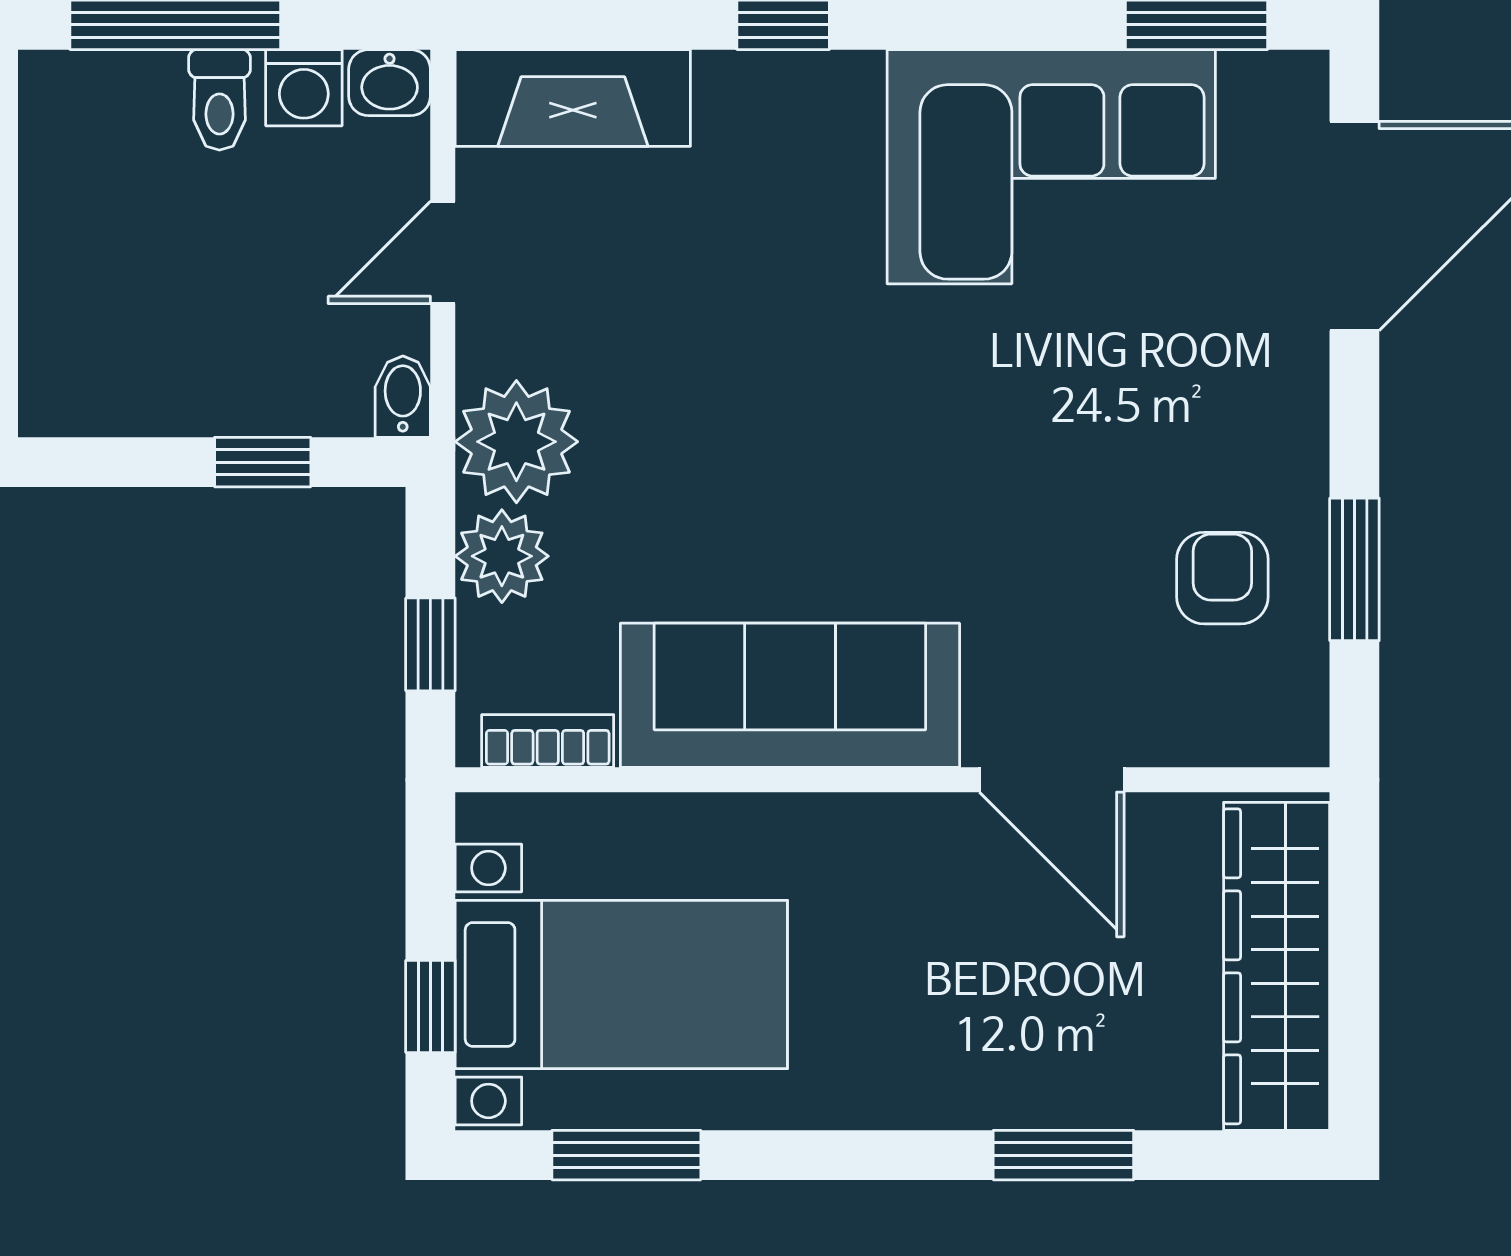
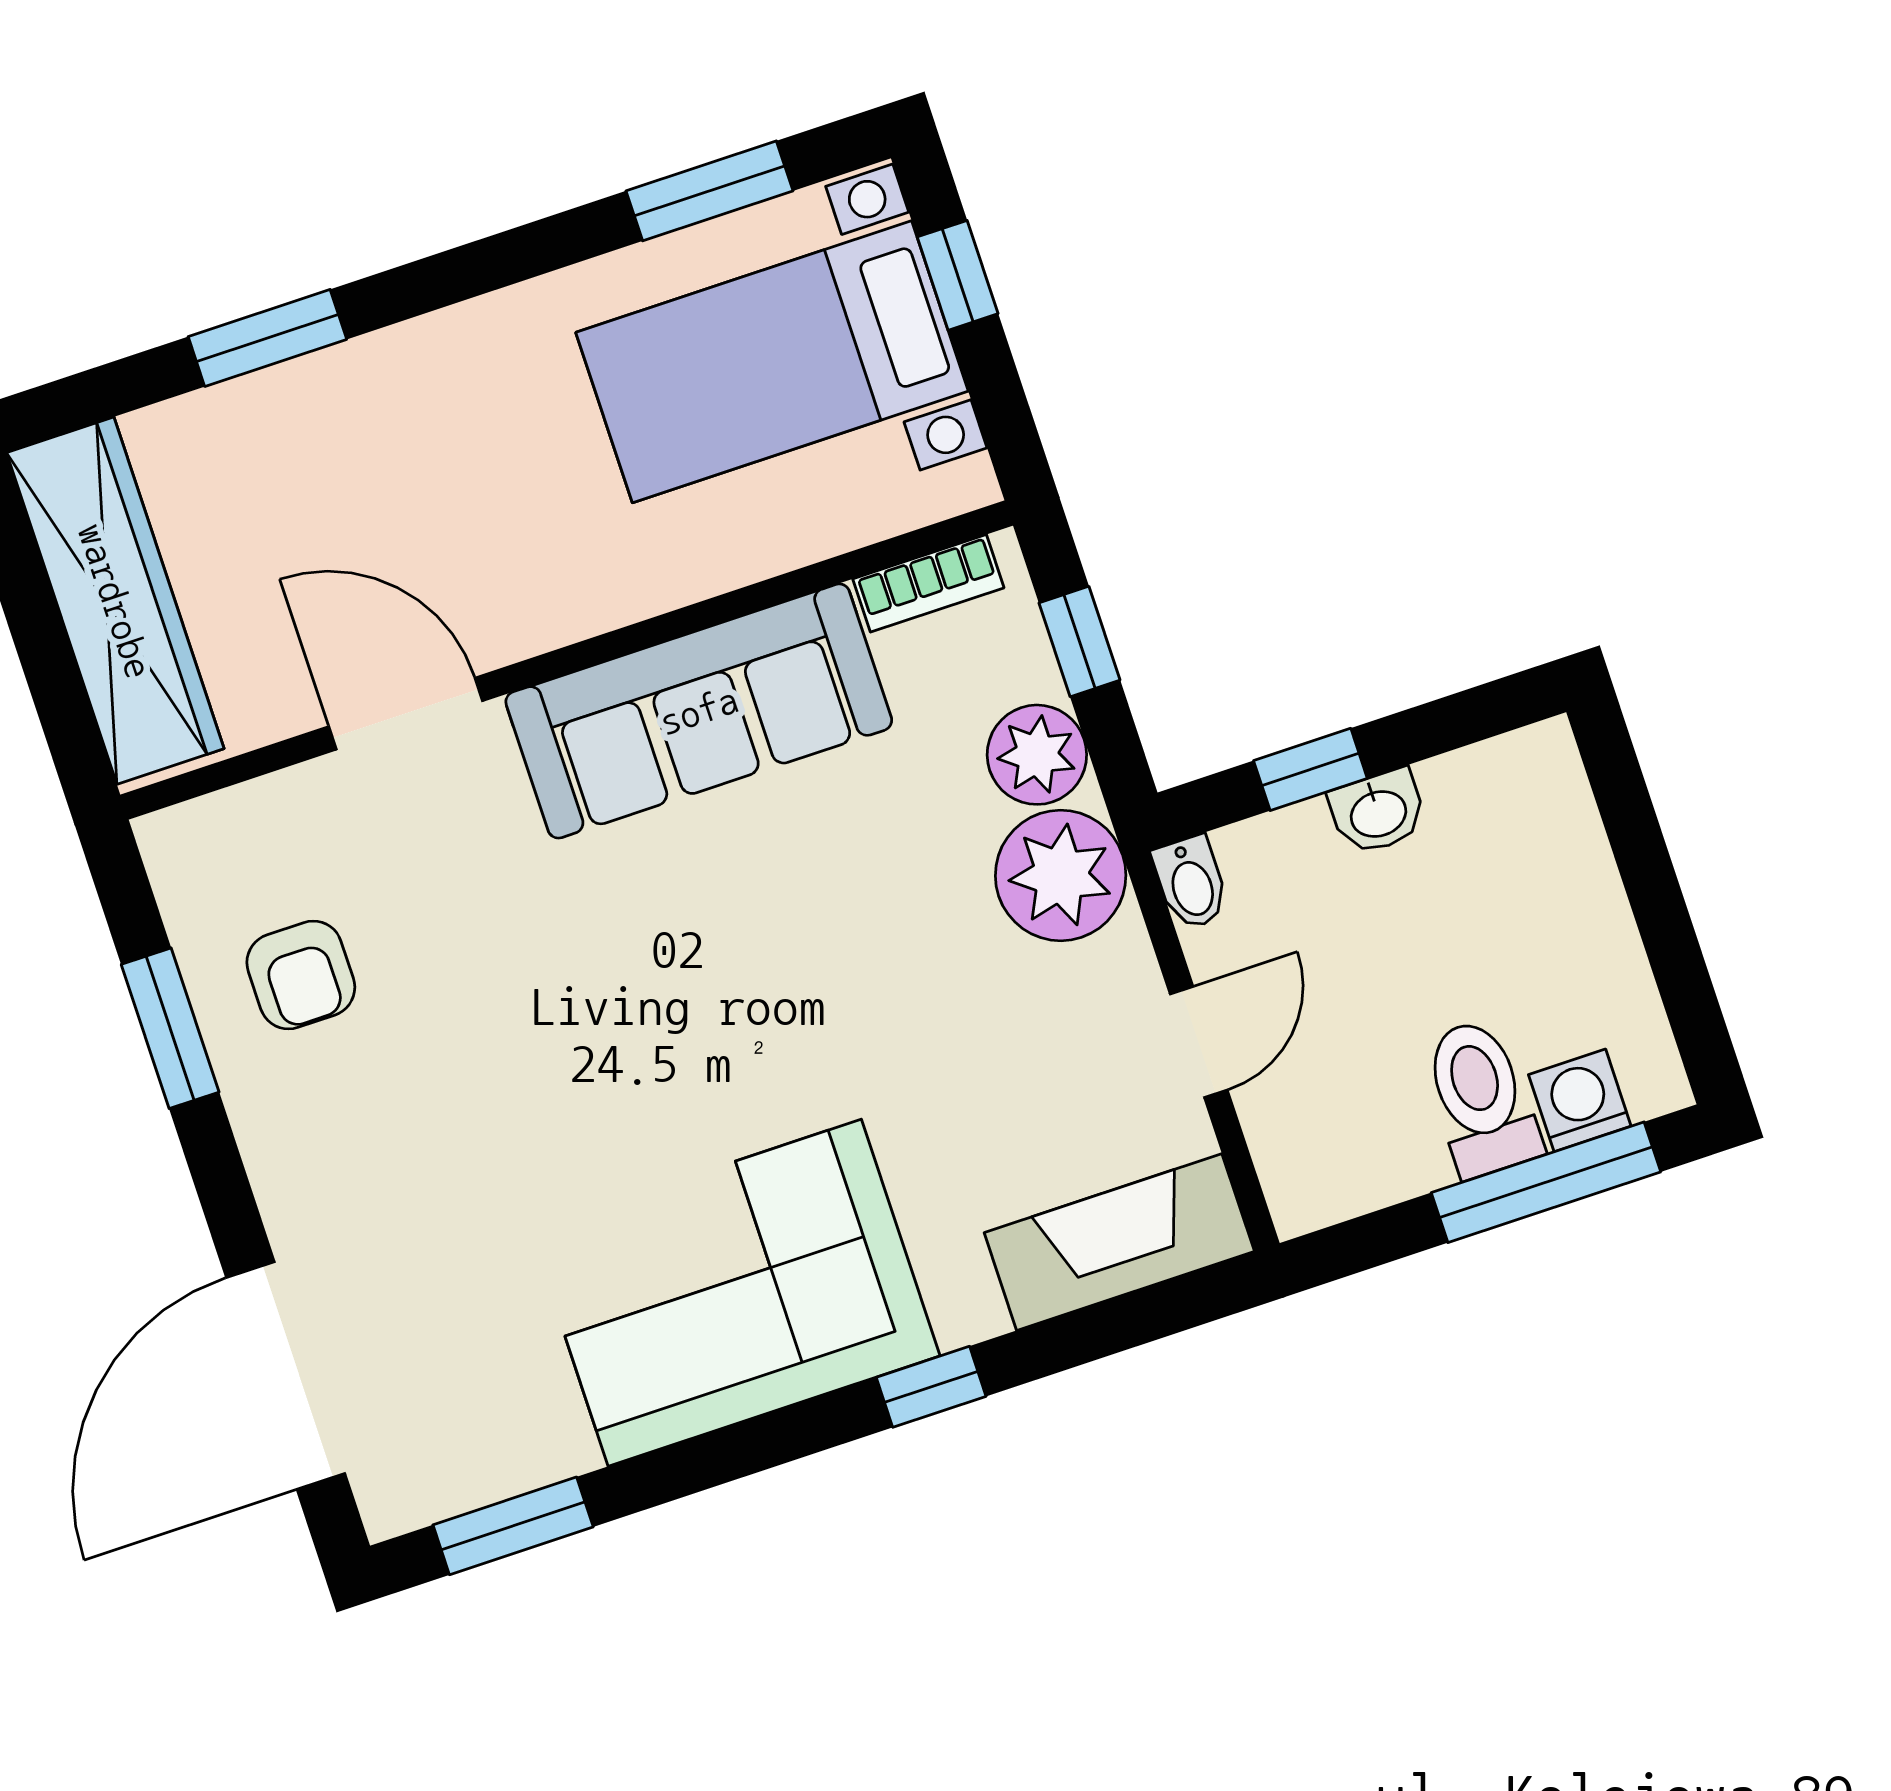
washbasin: (390, 83) -> (1378, 812), moved, turned 180
washing machine: (304, 88) -> (1580, 1100), moved
toilet: (219, 100) -> (1481, 1098), width x1.37, depth x1.39
corner sofa: (1051, 167) -> (735, 1293), moved

